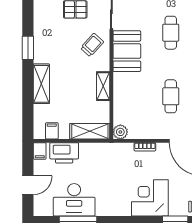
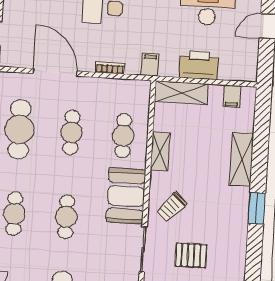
cafe table: (132, 96) -> (123, 136), added
plant: (120, 132) -> (141, 89), removed
filing cabinet: (40, 151) -> (150, 65), moved
printer: (64, 153) -> (199, 65), moved

